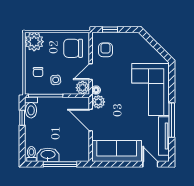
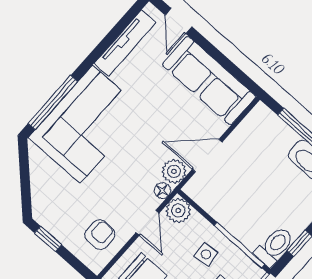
window: (110, 30) -> (48, 239), moved
armchair: (106, 50) -> (100, 235), turned 180
door: (91, 72) -> (148, 223), hinge flipped
door: (91, 120) -> (207, 156), swing flipped
window: (172, 120) -> (53, 103), moved

